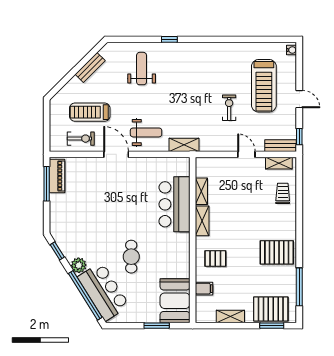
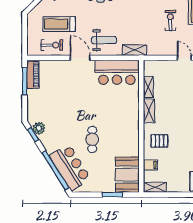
bar counter: (174, 204) -> (117, 72), moved, turned -90
plant: (79, 265) -> (39, 128), moved
shelving: (230, 317) -> (155, 187), moved

